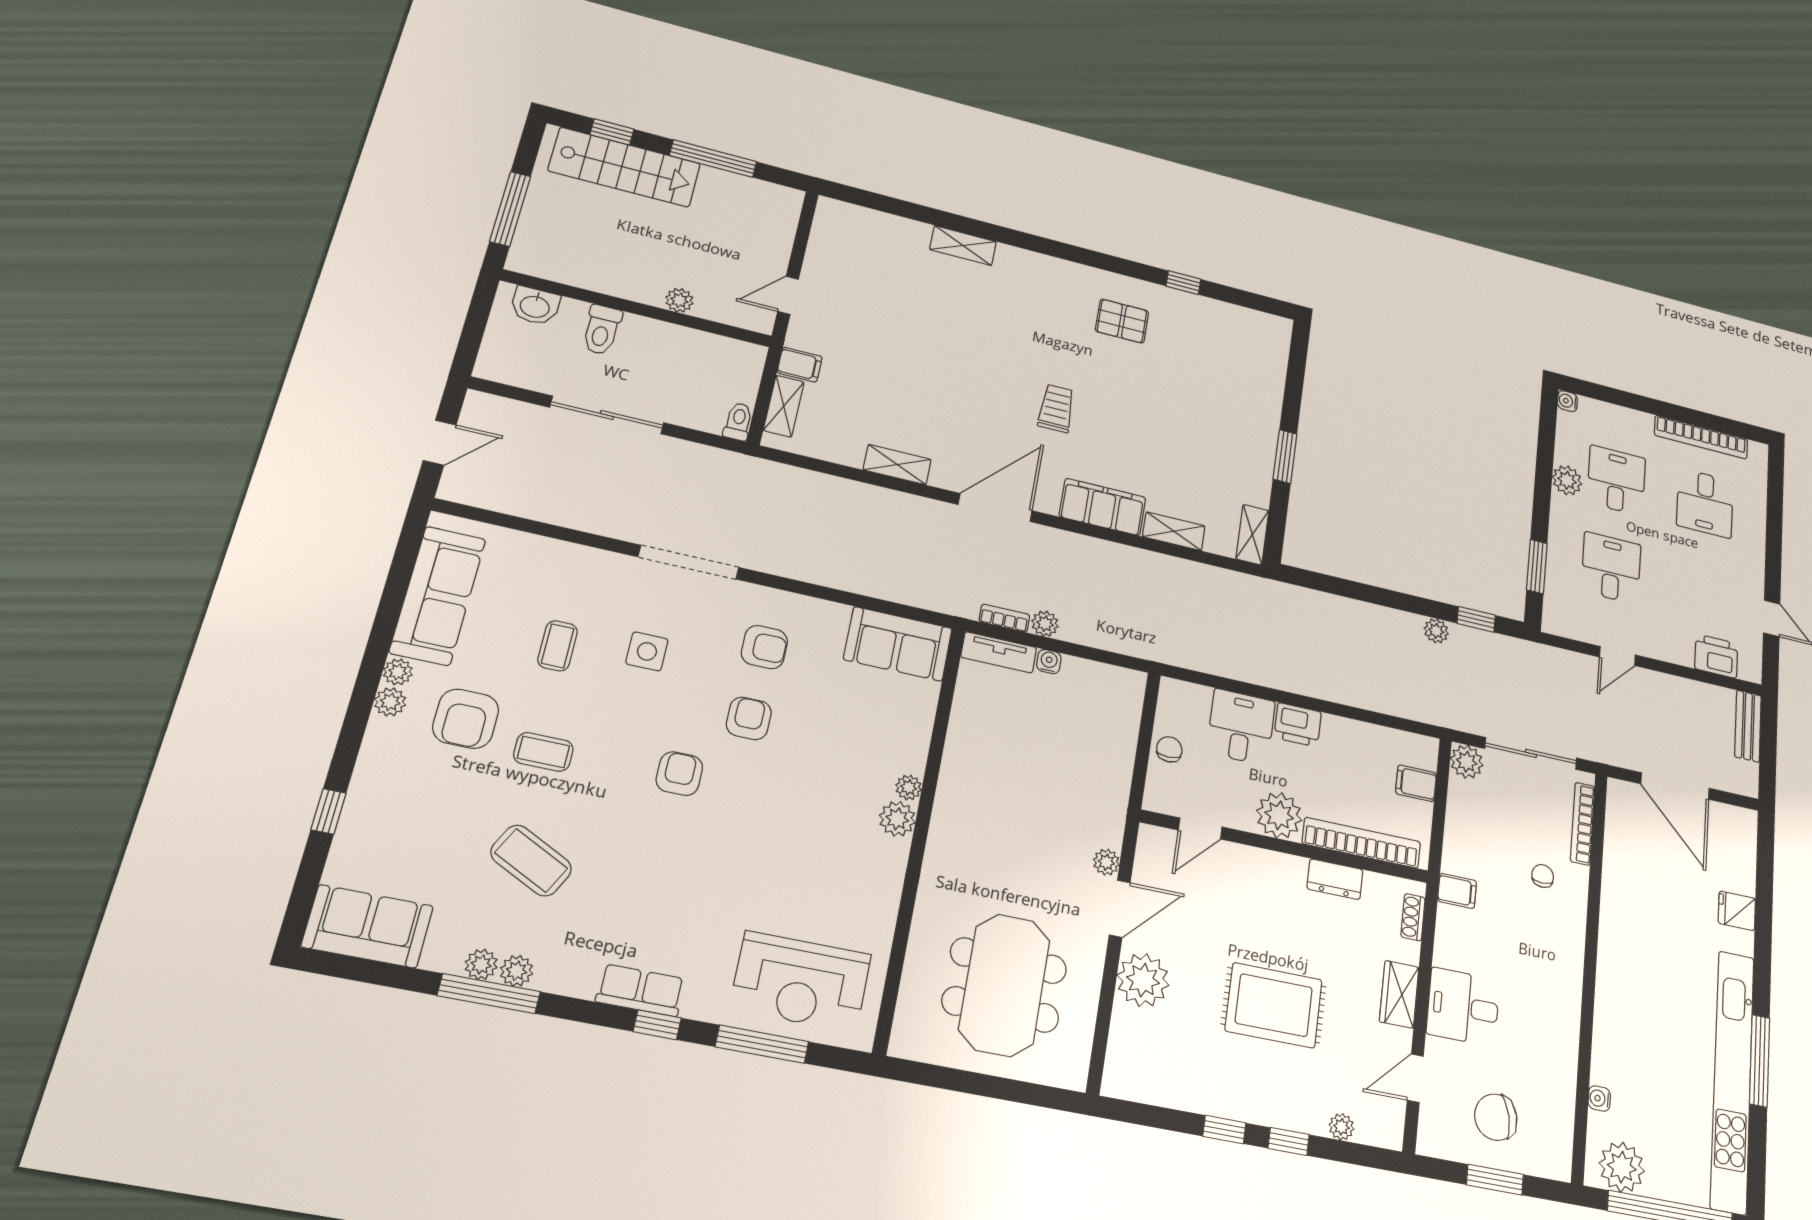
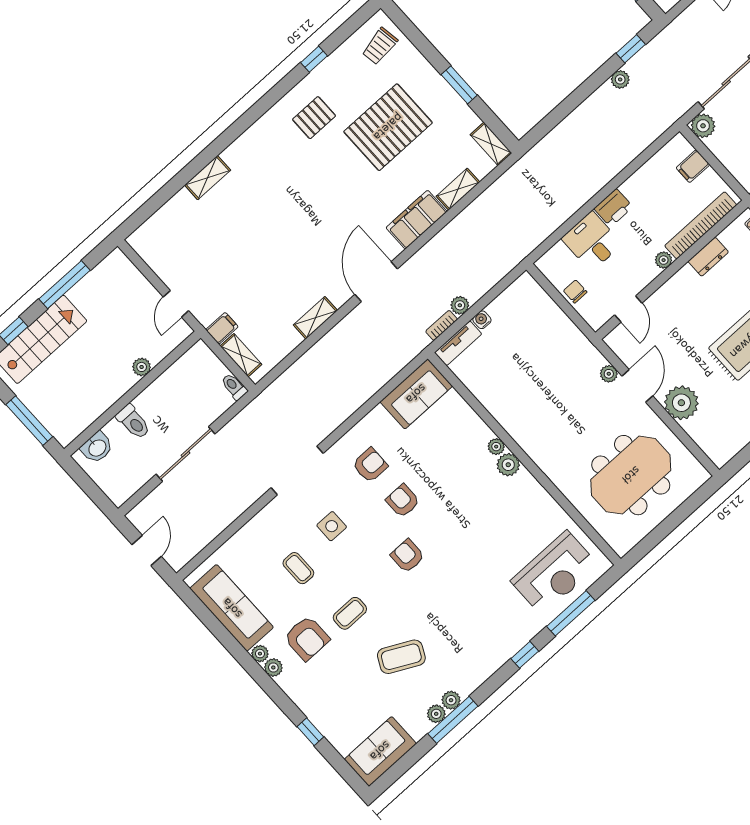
trolley: (1056, 408) -> (380, 46), moved, turned -99
pallet: (1177, 408) -> (388, 127), added
plant: (1279, 815) -> (664, 260), width x0.53, depth x0.53
meeting table: (1004, 985) -> (631, 475), turned 90
row of seats: (640, 990) -> (502, 651), removed

